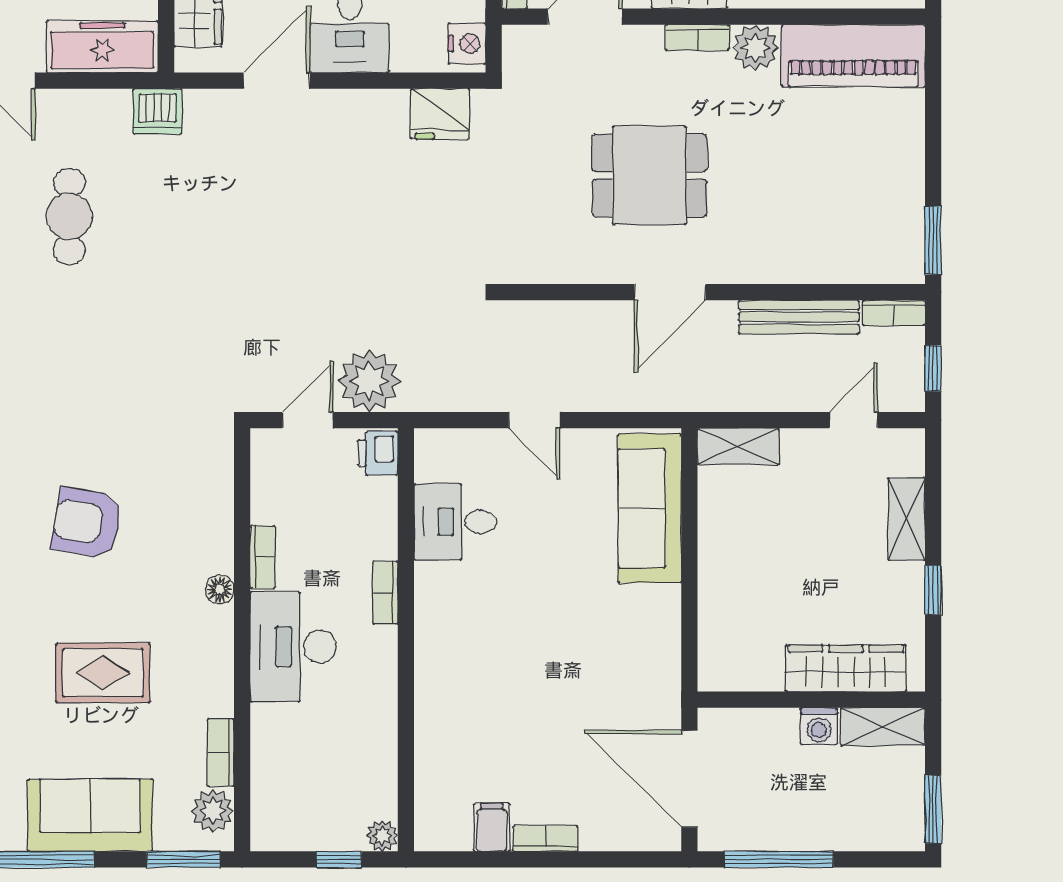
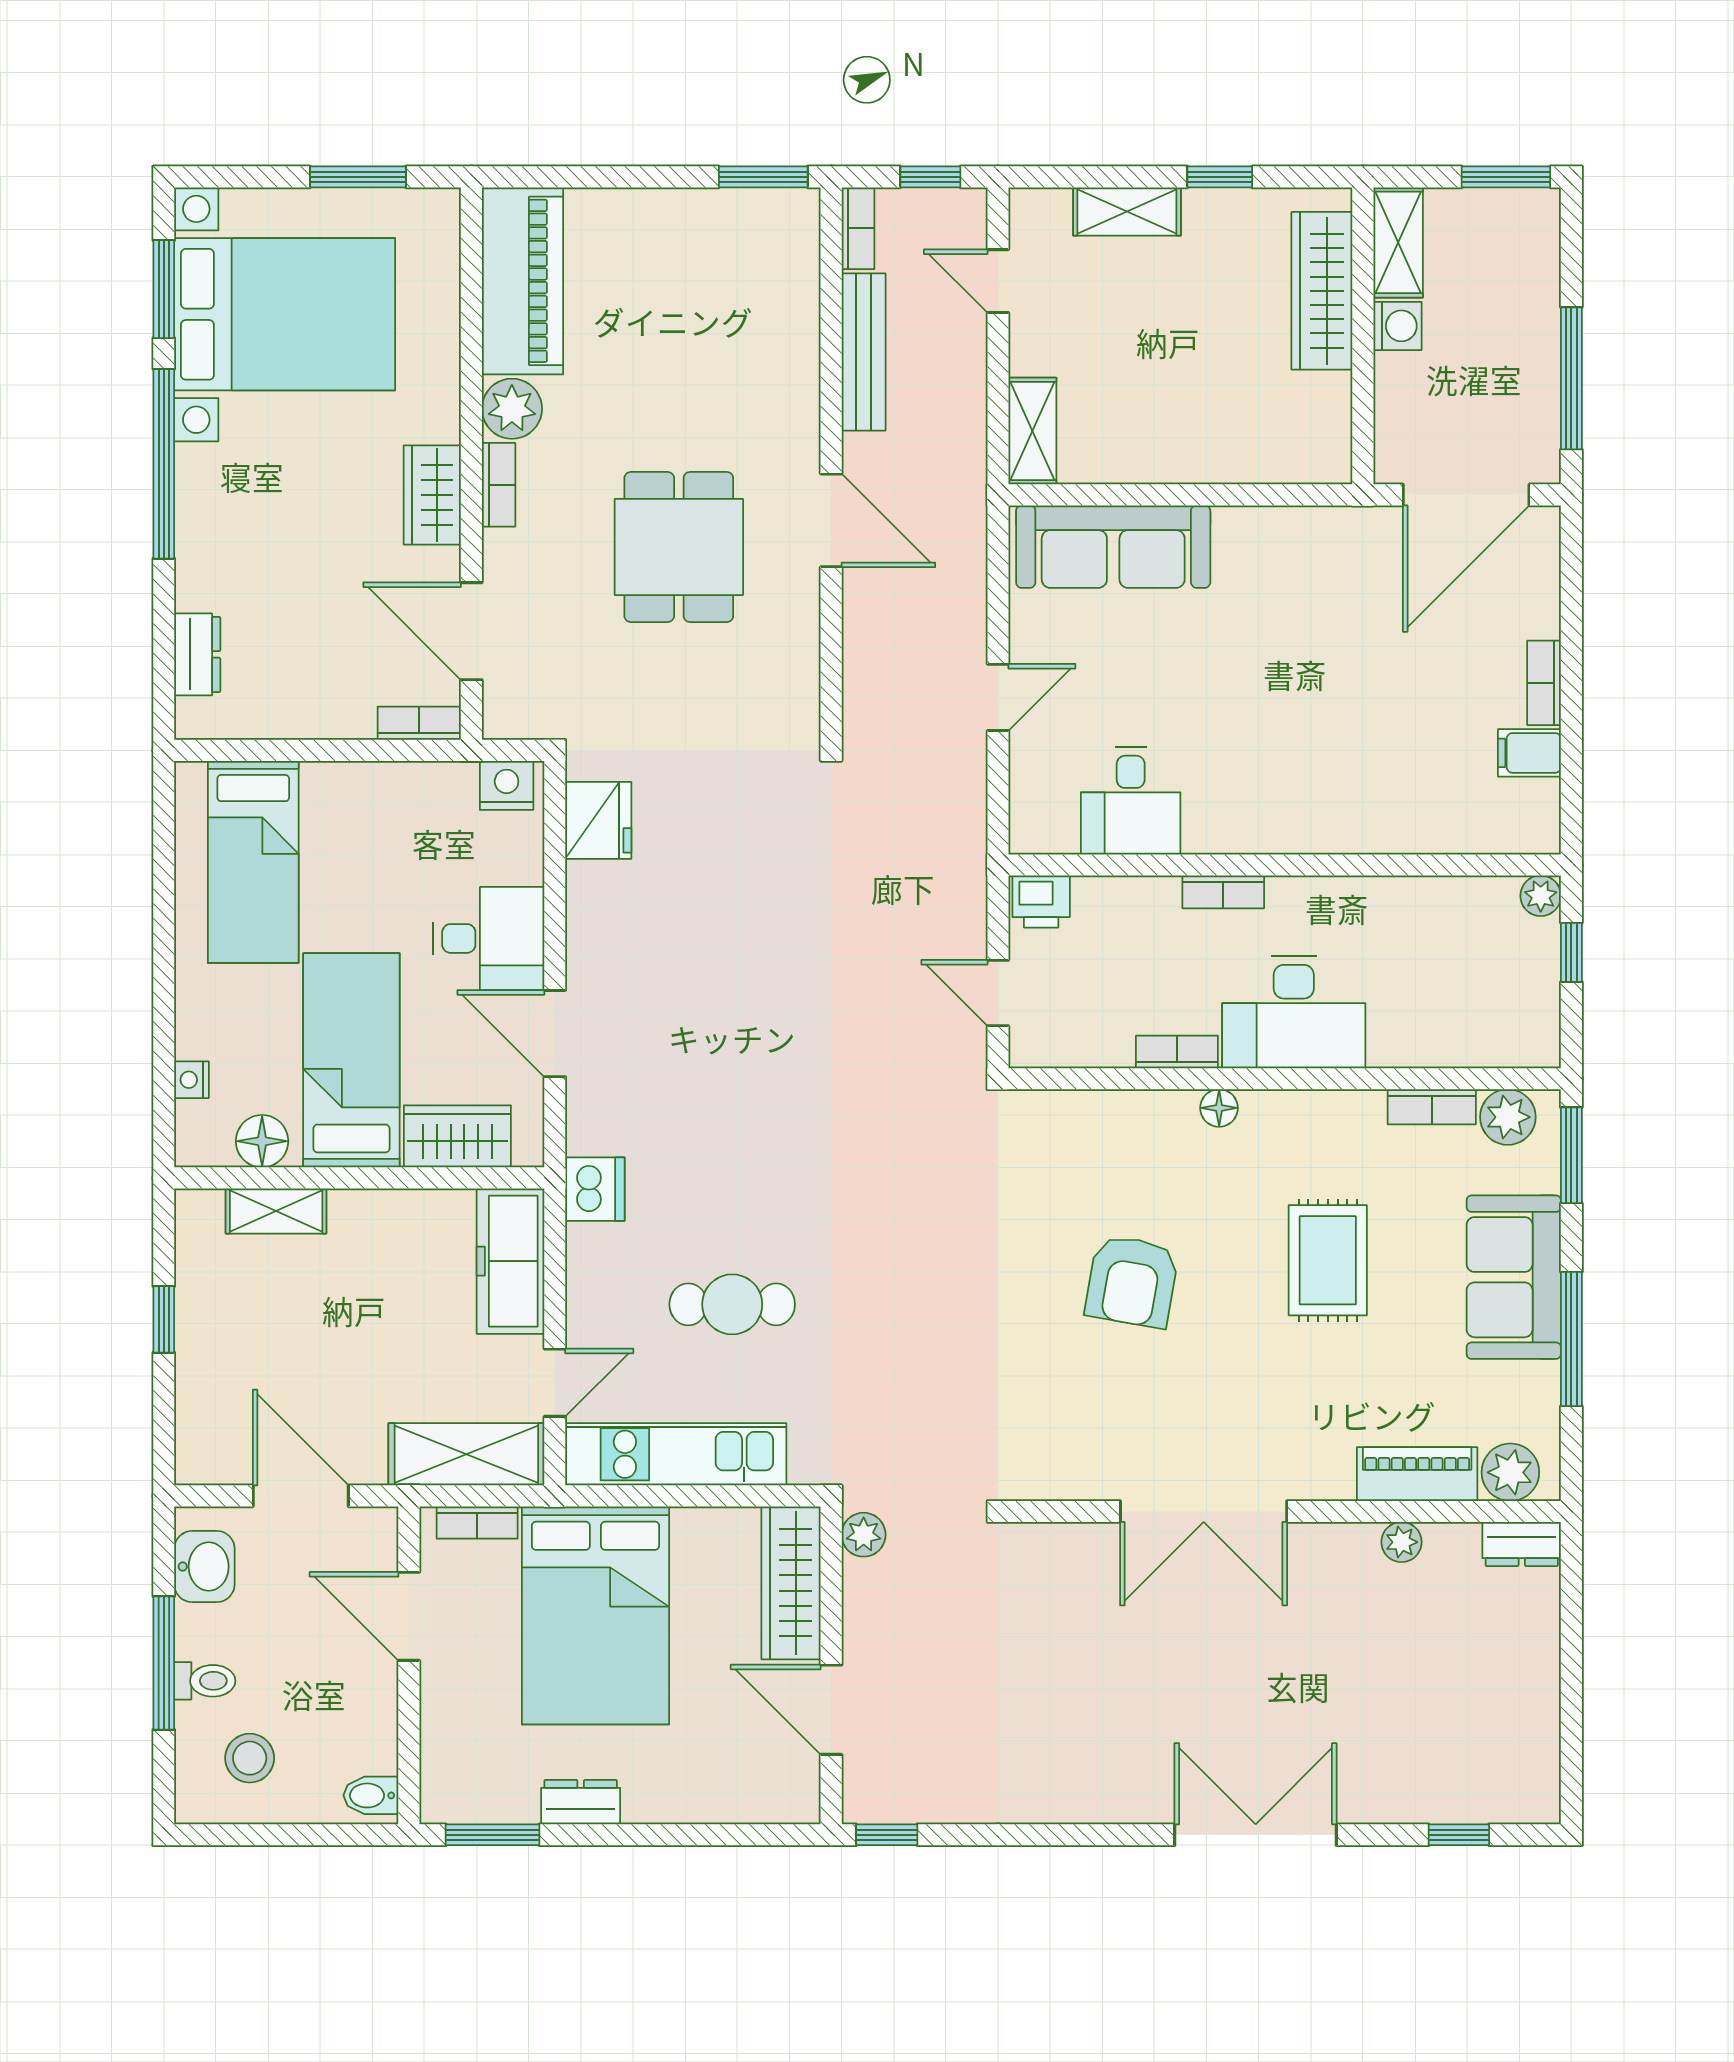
plant: (369, 381) -> (947, 913), removed

